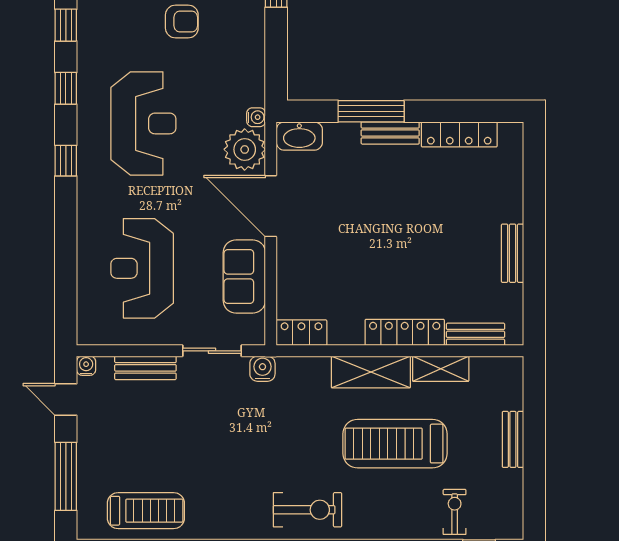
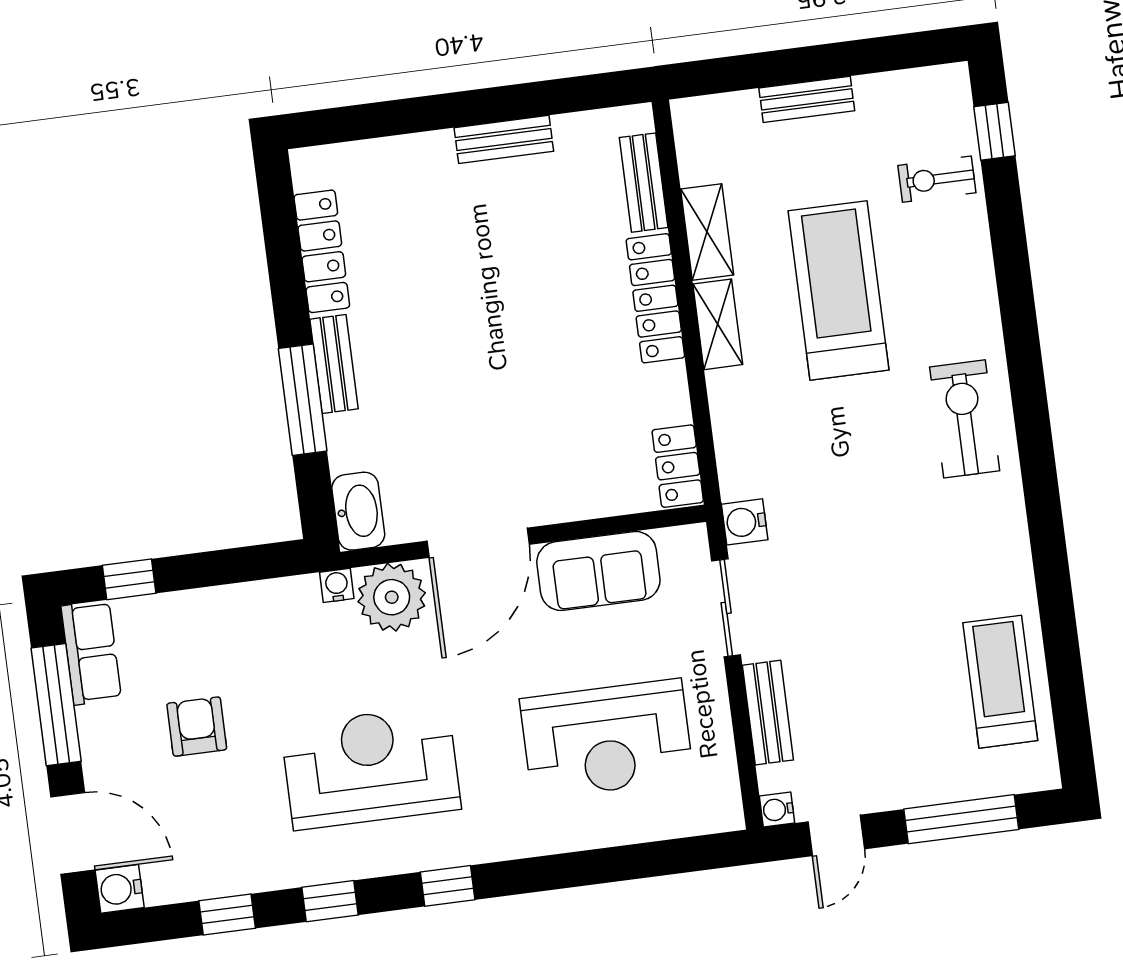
shelving: (371, 372) -> (718, 324), width x0.67, depth x0.75
treadmill: (395, 444) -> (838, 290), turned 180

